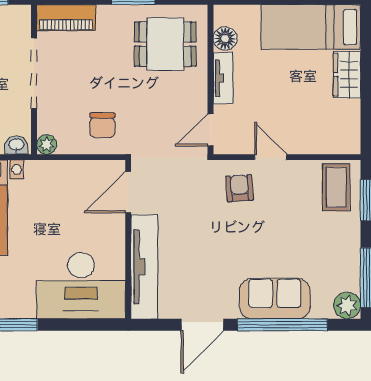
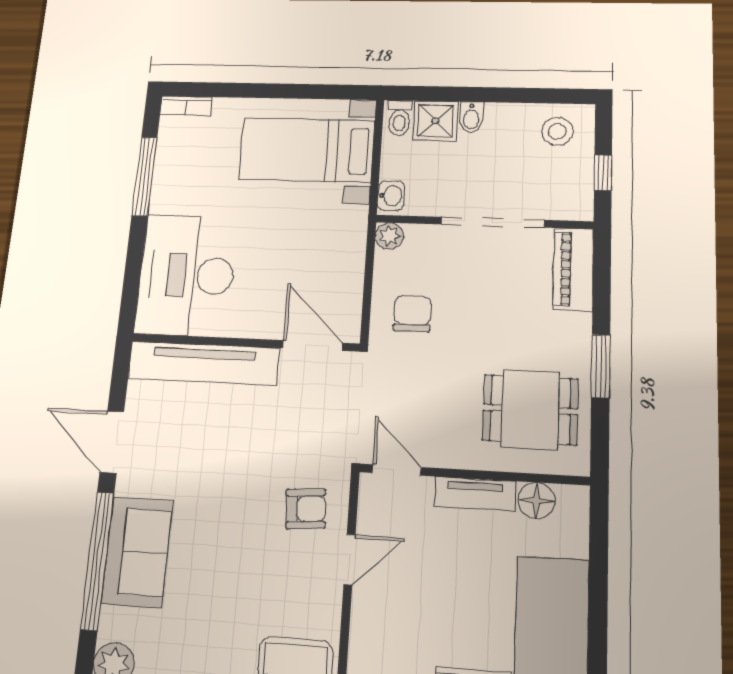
dining table: (165, 44) -> (530, 410), turned 90
chair: (102, 125) -> (412, 314), turned 90

